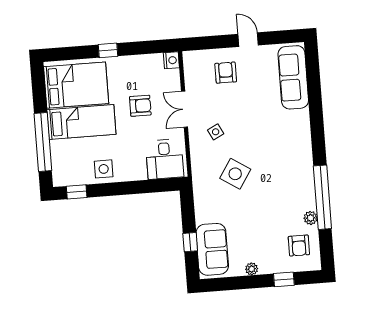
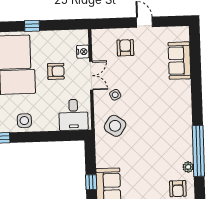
nightstand: (171, 60) -> (83, 52), moved
sofa: (293, 77) -> (179, 61), width x0.73
double door: (185, 109) -> (91, 76), swing flipped
side table: (235, 174) -> (115, 126), moved

